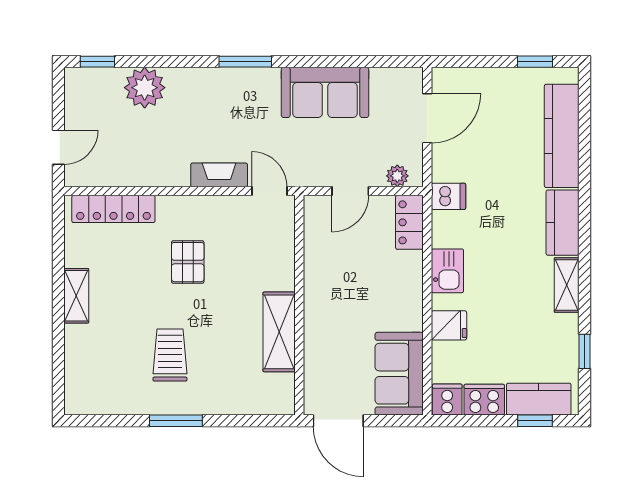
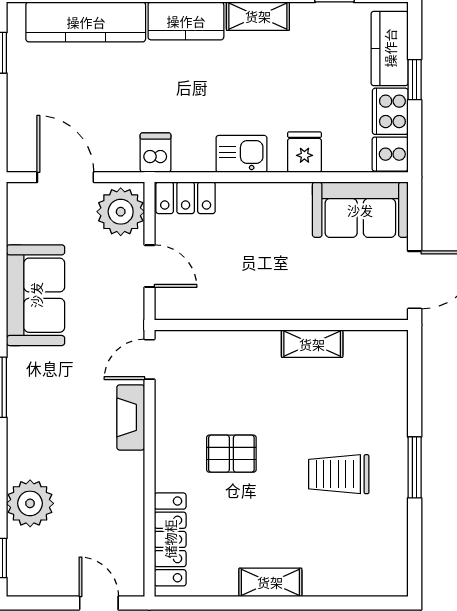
plant: (397, 176) -> (121, 212), width x1.88, depth x1.88
shelving: (279, 332) -> (312, 344), width x0.67, depth x0.75
window: (535, 421) -> (415, 80), moved

